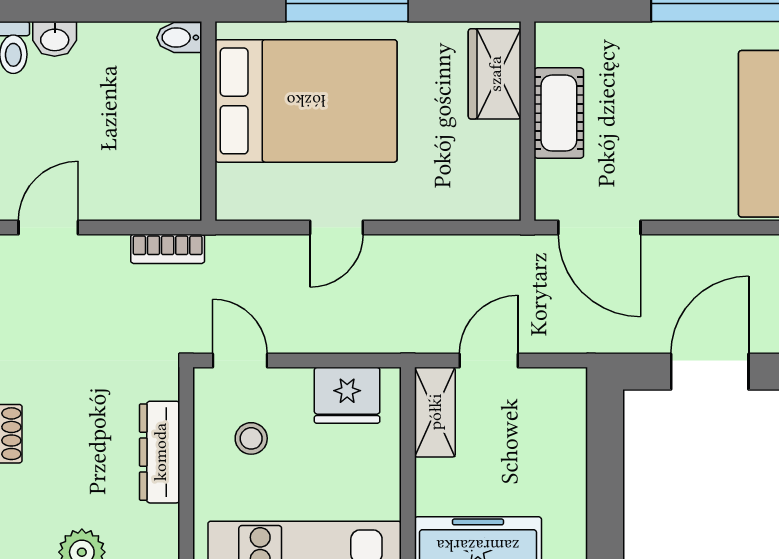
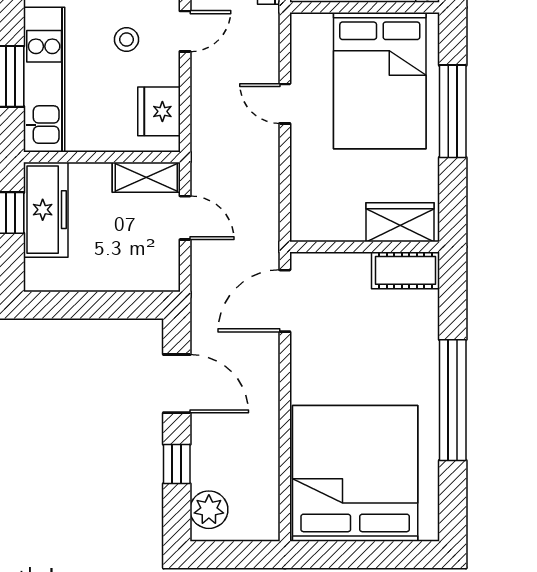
cot: (559, 113) -> (406, 270), moved

